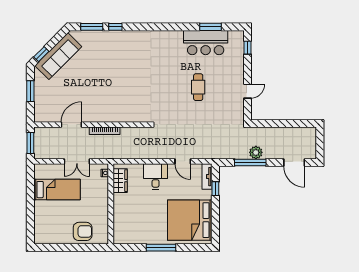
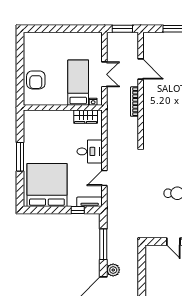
plant: (256, 152) -> (113, 270), moved
double door: (77, 161) -> (104, 74), swing flipped
bed: (57, 190) -> (78, 83), moved, turned 180

